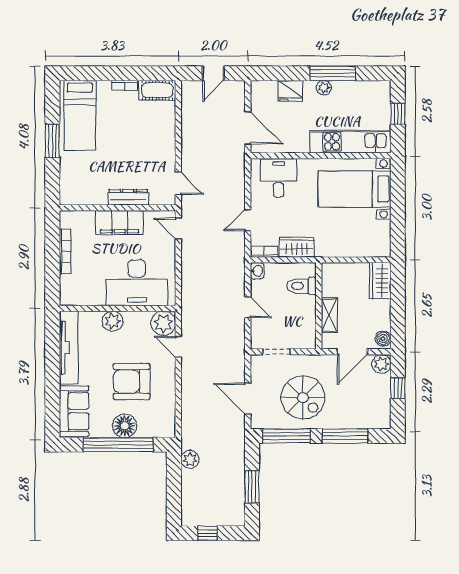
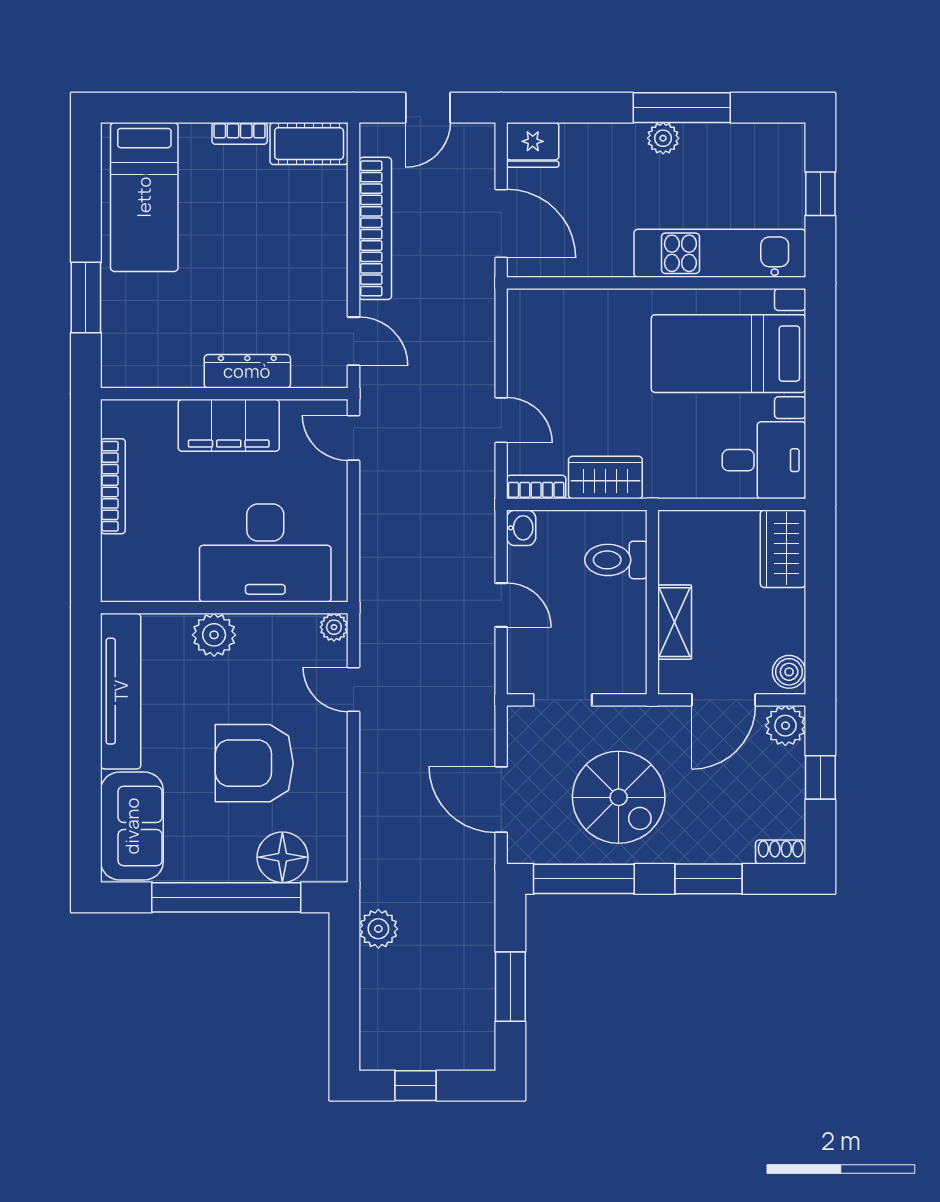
fridge: (290, 91) -> (533, 145), moved
bookcase: (188, 130) -> (375, 228), added
window: (52, 141) -> (86, 297), moved
desk: (279, 178) -> (764, 460), moved, turned 90
door: (248, 220) -> (501, 420), swing flipped
plant: (163, 323) -> (334, 627), width x0.53, depth x0.53
shoe rack: (379, 423) -> (781, 852), added
floor lamp: (125, 426) -> (282, 857), moved
window: (345, 436) -> (709, 879), width x0.69

